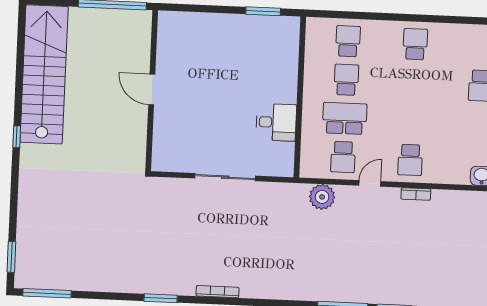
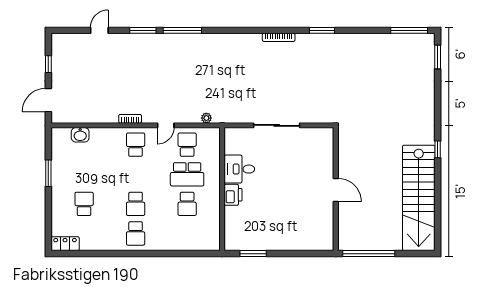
school desk: (348, 41) -> (136, 204), moved
printer: (286, 89) -> (233, 195), added
plant: (322, 197) -> (206, 118), width x0.53, depth x0.53

